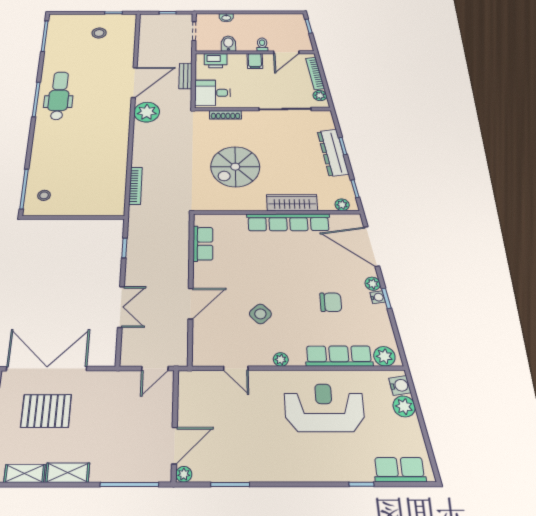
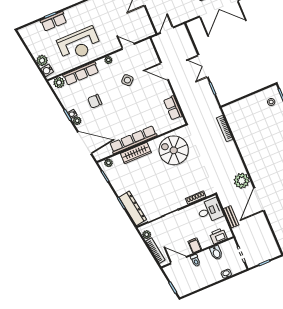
door: (286, 52) -> (179, 260), hinge flipped
dresser: (333, 153) -> (133, 208), moved
spiral stairs: (235, 167) -> (174, 150), moved, turned -90
door: (191, 303) -> (164, 71), hinge flipped
double door: (121, 307) -> (203, 66), moved
row of seats: (400, 470) -> (54, 21), moved

